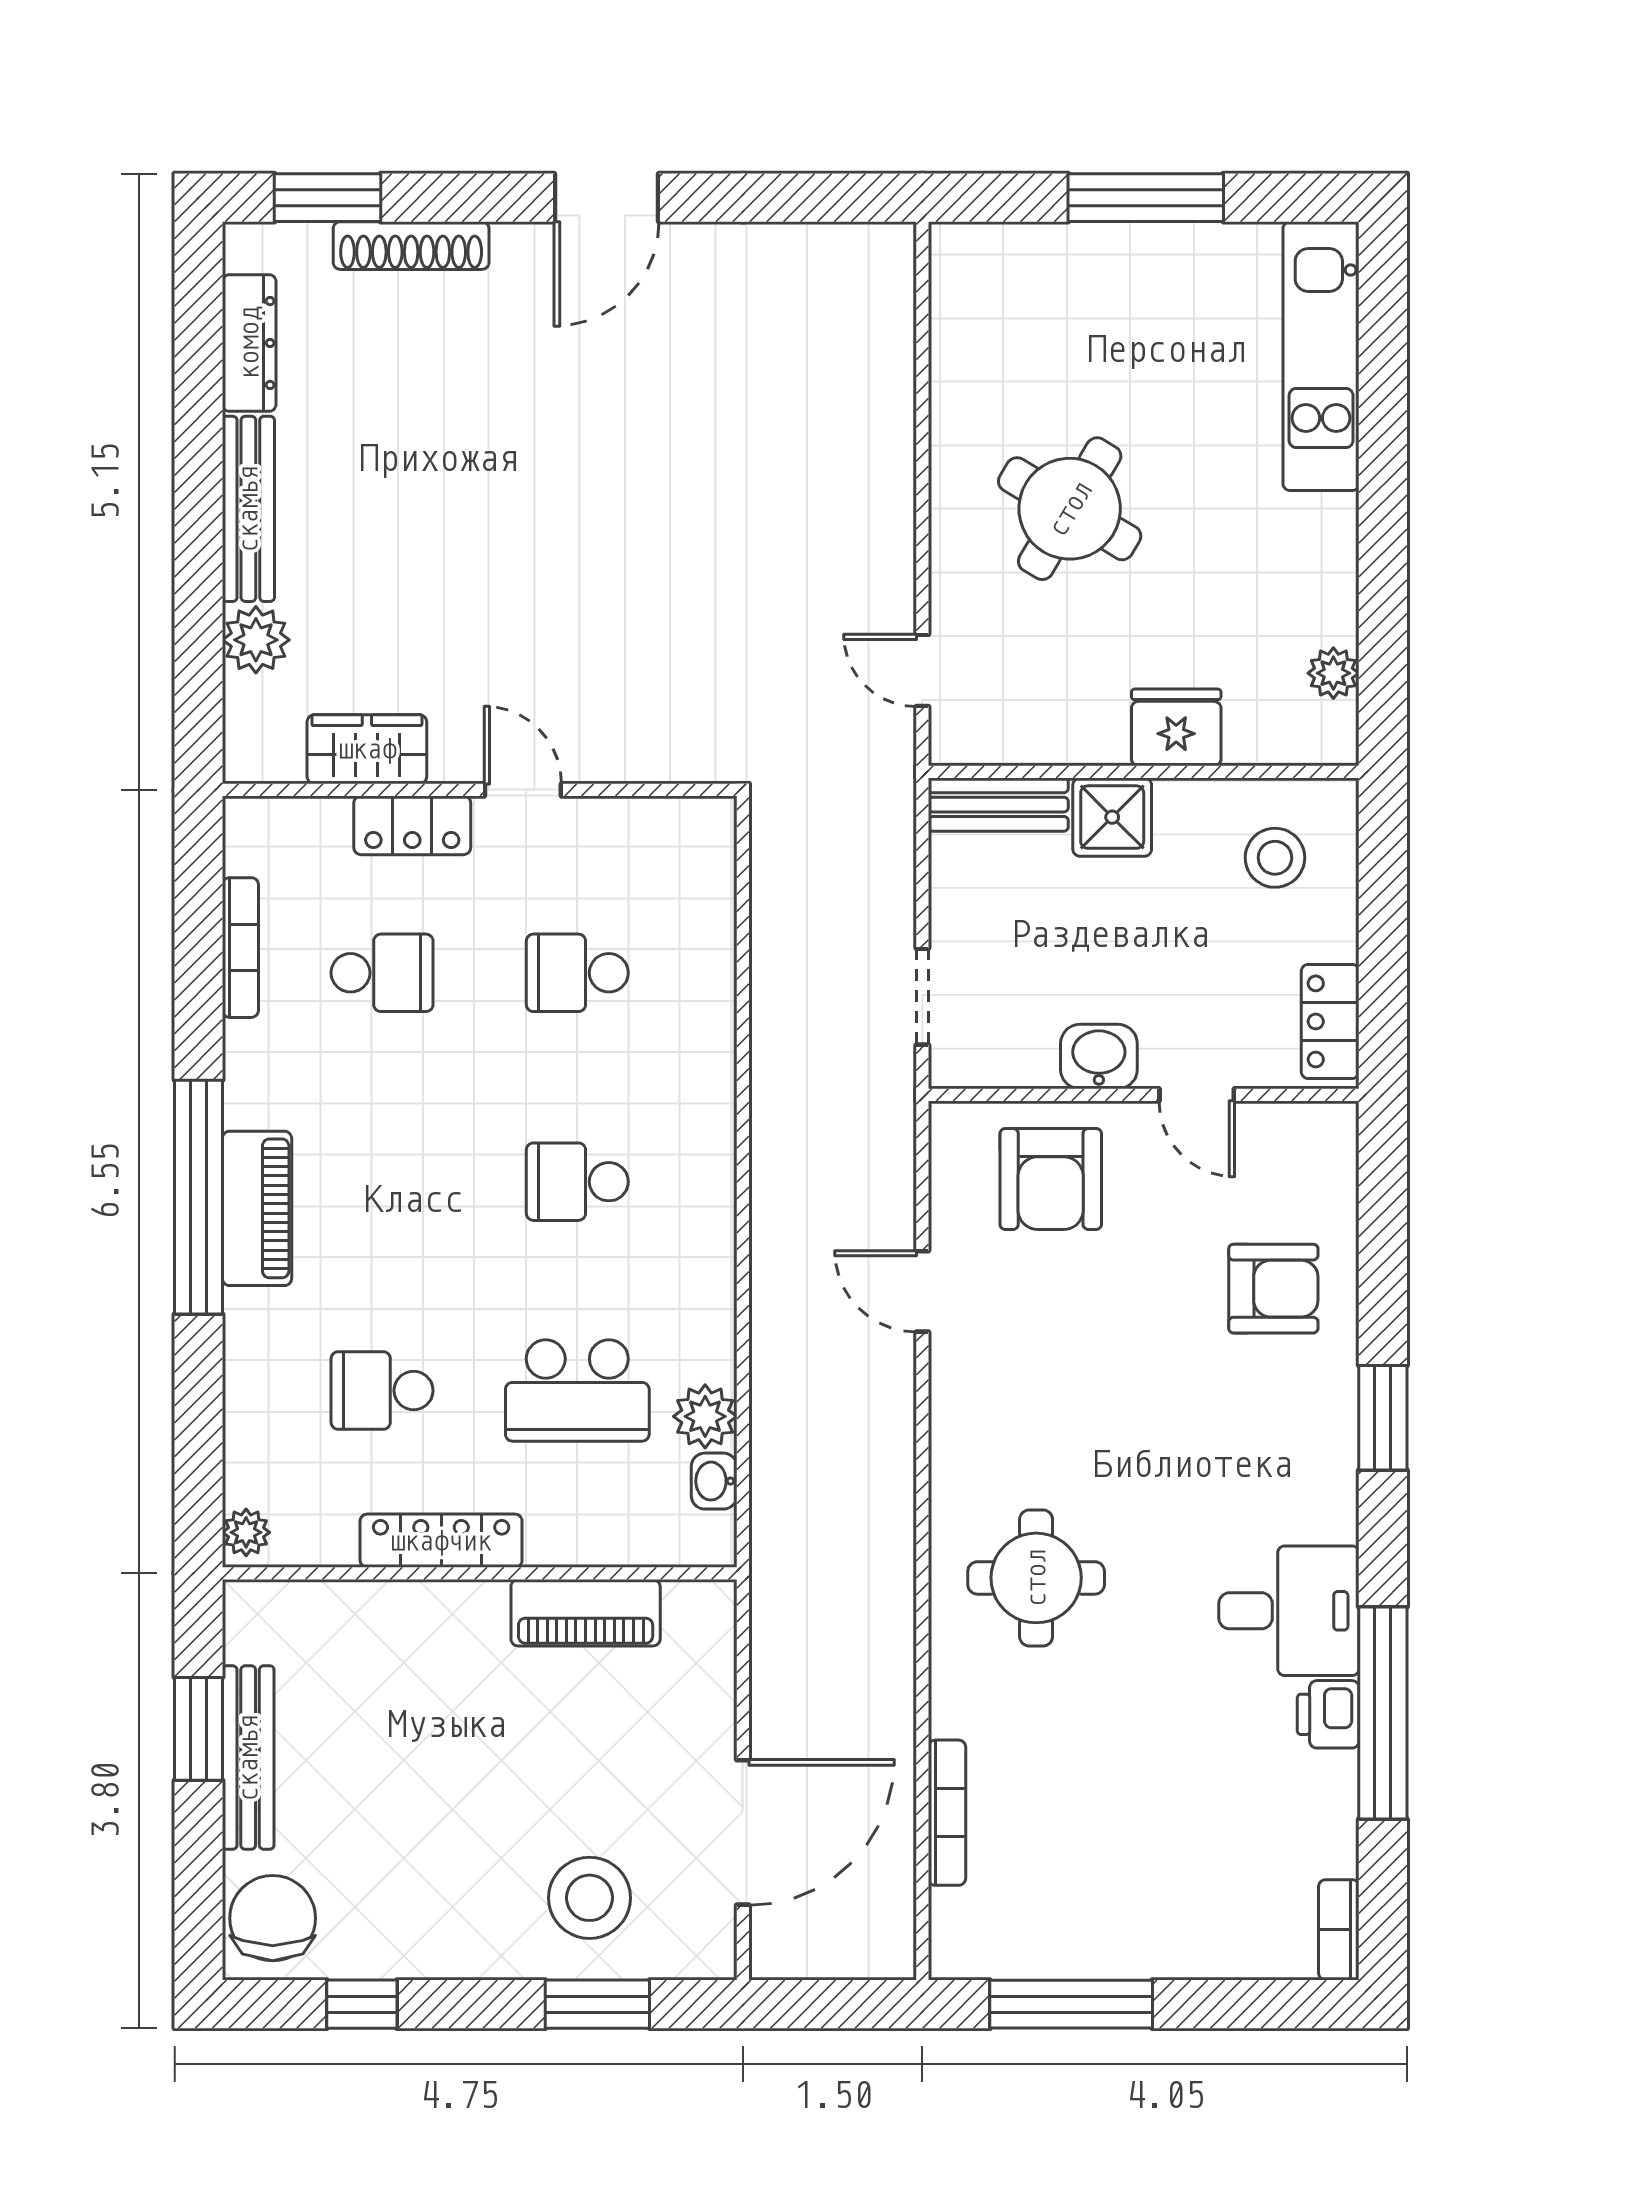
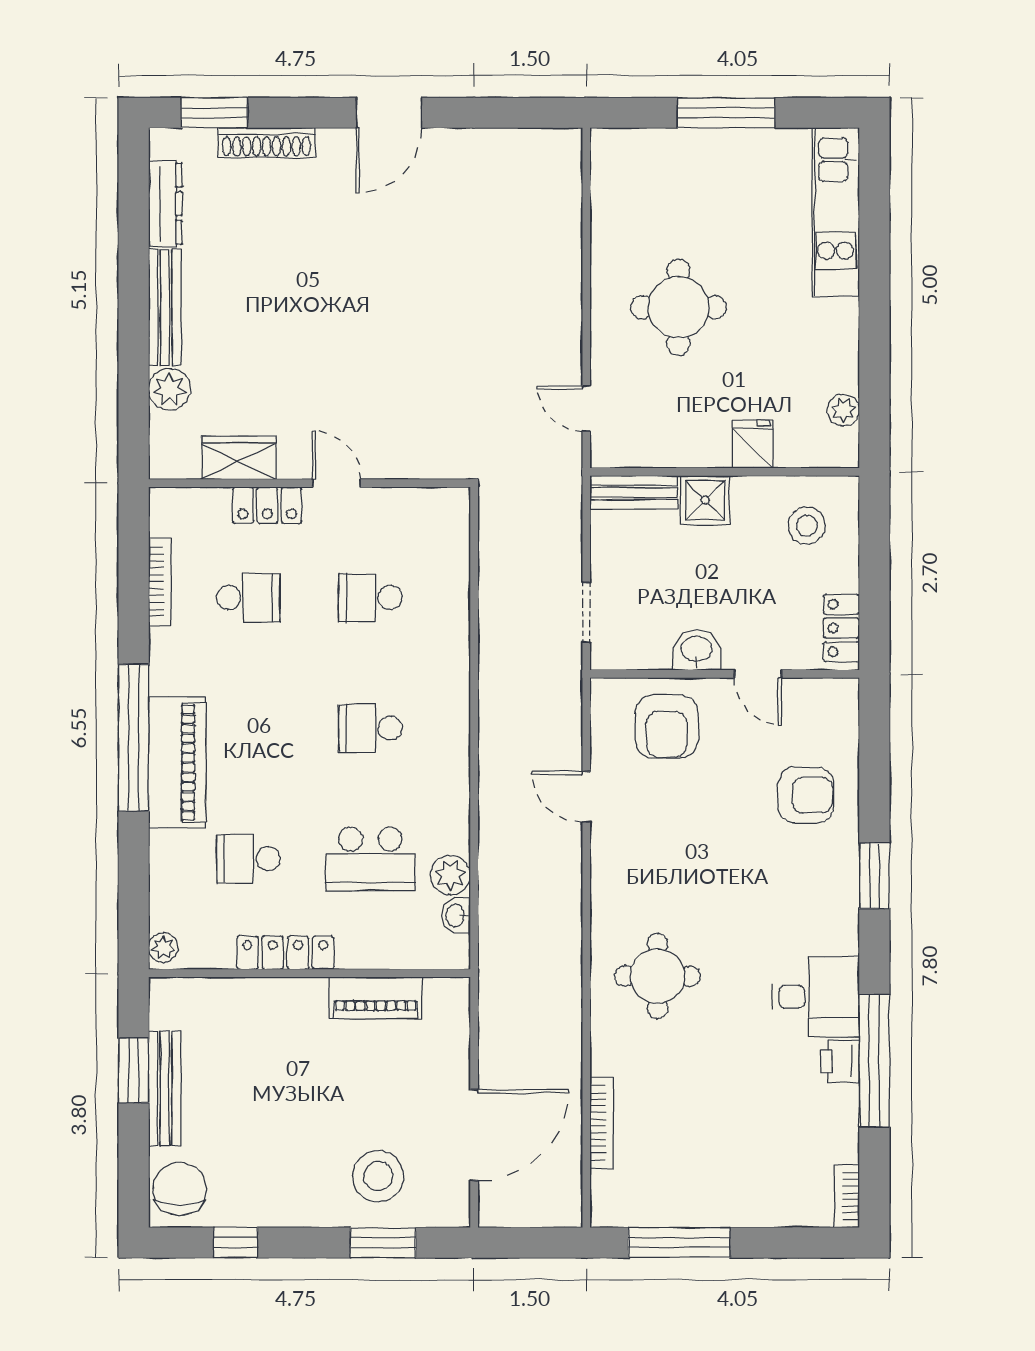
round table: (1070, 509) -> (678, 307), turned -31
fridge: (1176, 727) -> (753, 444), width x0.72
piano: (257, 1208) -> (177, 763), width x1.37, depth x1.33

